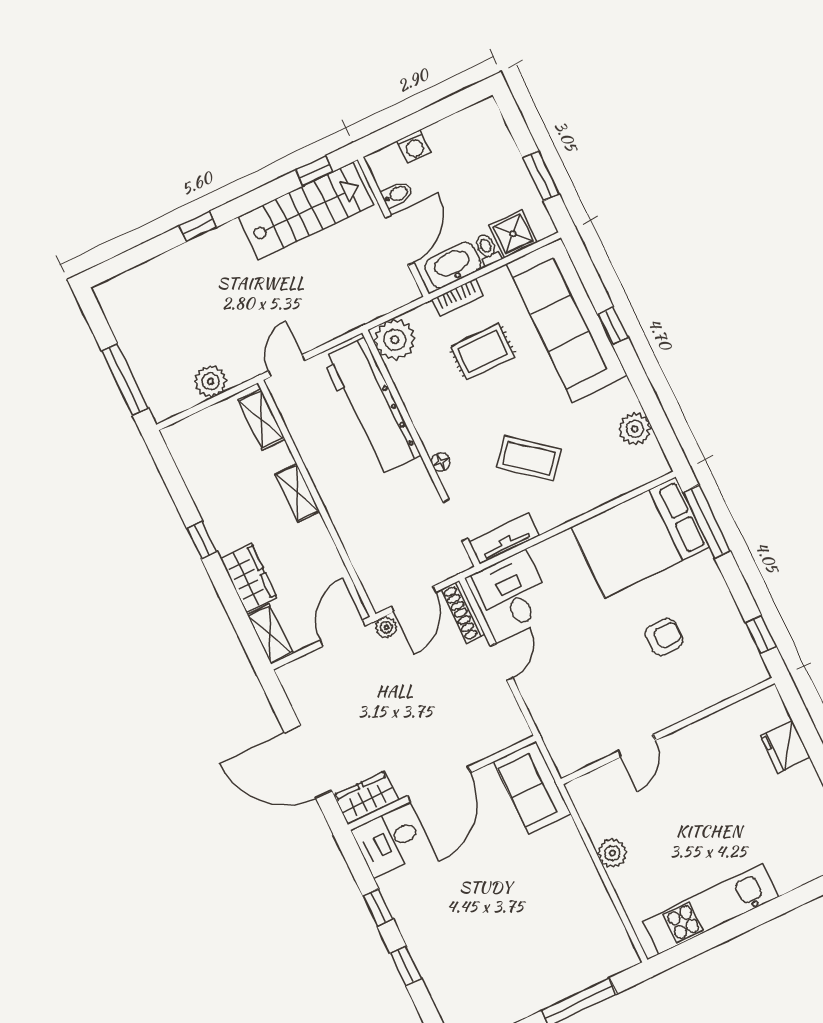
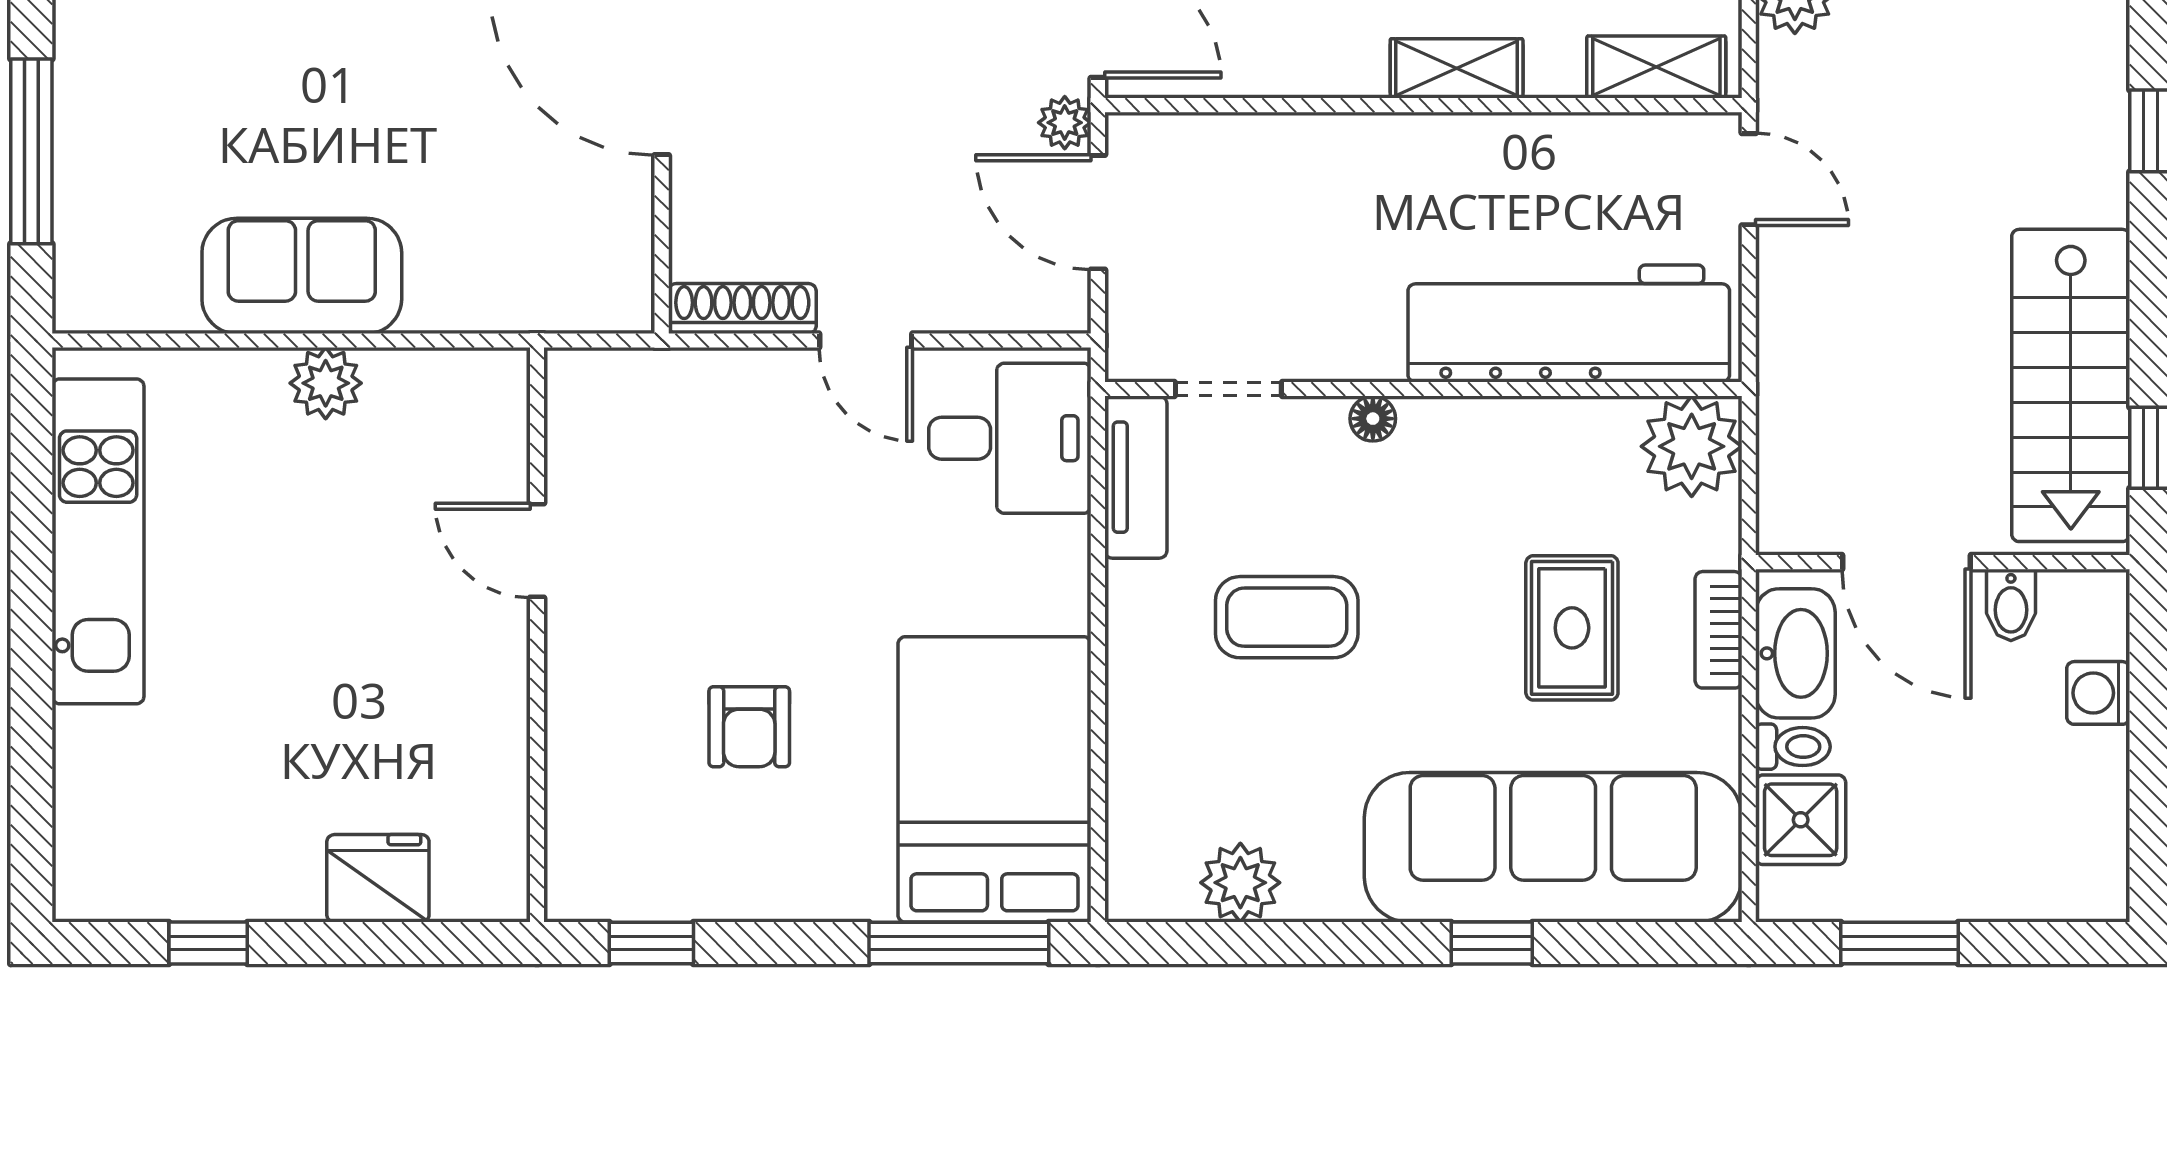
coffee table: (529, 458) -> (1287, 617), turned 51
shoe rack: (463, 612) -> (742, 309), moved
sofa: (532, 788) -> (302, 276), moved

